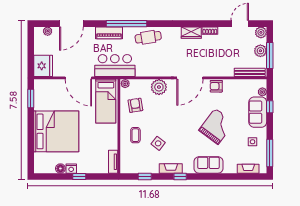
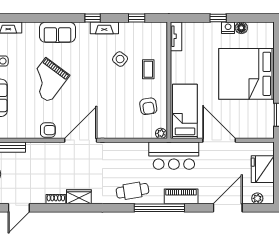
fridge: (43, 66) -> (263, 169), moved
plant: (159, 87) -> (119, 129), removed

